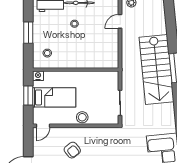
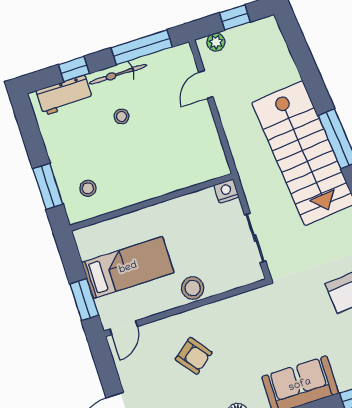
window: (28, 33) -> (48, 186), moved
nightstand: (38, 76) -> (226, 191), moved
window: (28, 95) -> (84, 299), moved

